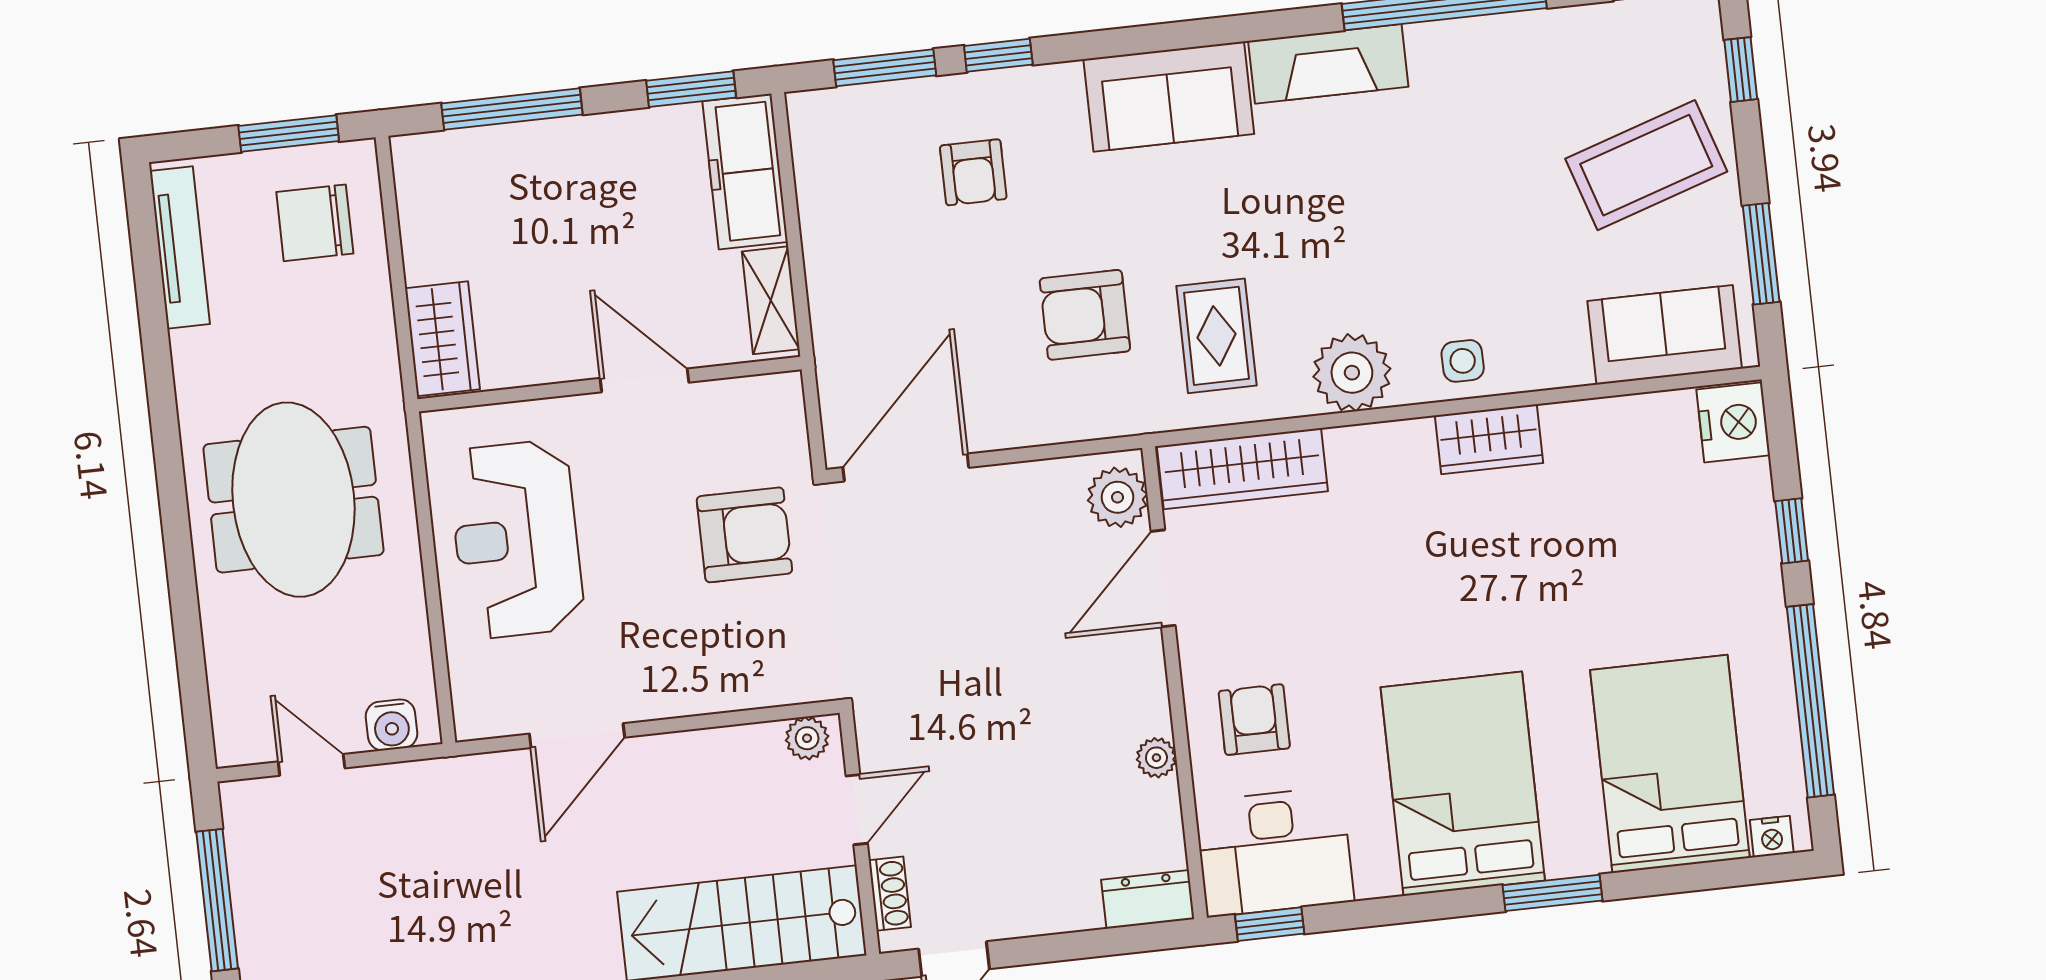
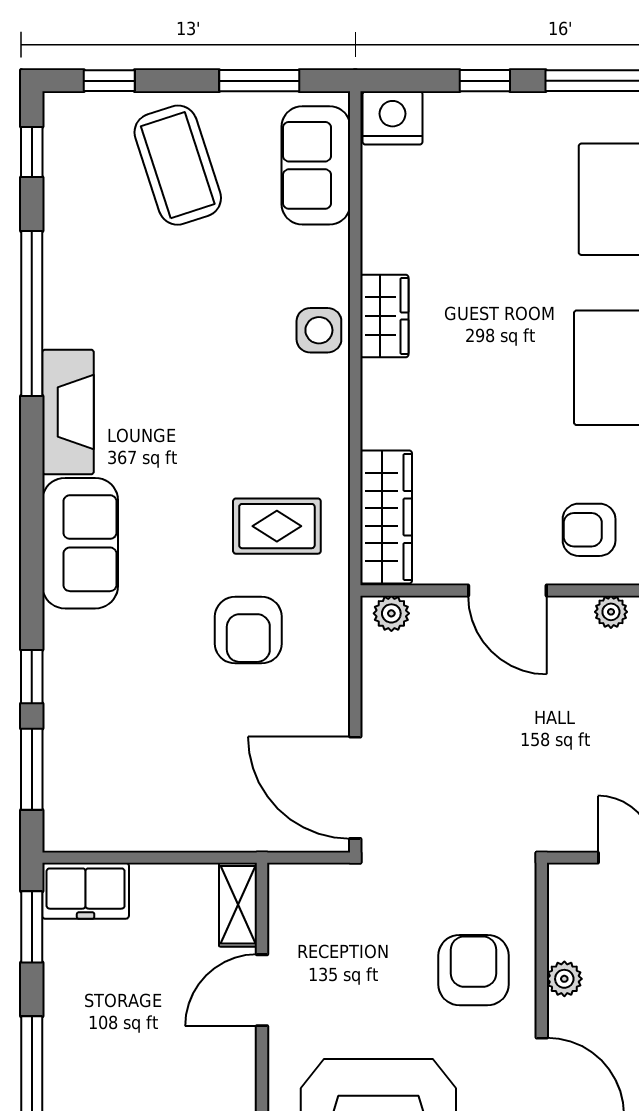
freezer: (745, 172) -> (86, 891), width x0.71
armchair: (973, 172) -> (124, 707), removed
shelving: (771, 300) -> (238, 905), moved, turned 90
side table: (1463, 361) -> (319, 330), width x1.37, depth x1.37
plant: (1352, 373) -> (319, 420), removed
plant: (1117, 497) -> (391, 613), width x0.73, depth x0.73
armchair: (744, 535) -> (474, 970), moved
door: (1163, 578) -> (507, 591), moved
plant: (807, 738) -> (564, 979), moved

